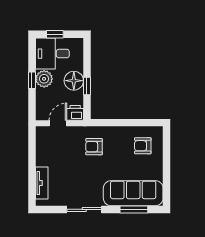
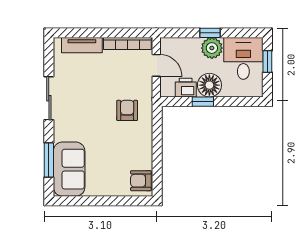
printer: (75, 113) -> (186, 88), moved, turned -90
bookcase: (40, 146) -> (127, 44), added
armchair: (143, 146) -> (141, 181), moved, turned -90
sofa: (133, 193) -> (69, 169), width x0.73

